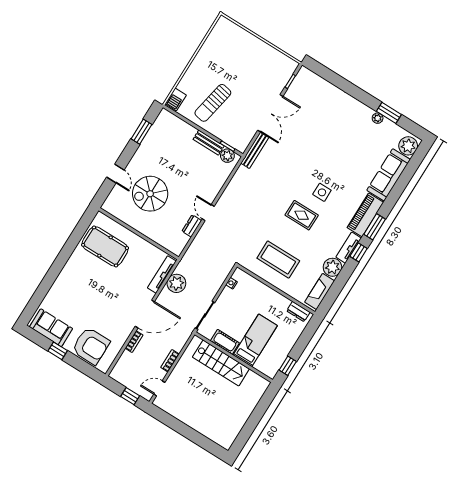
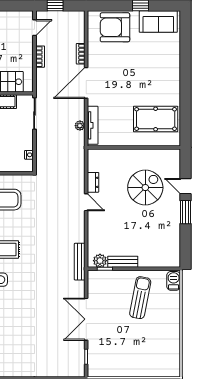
window: (141, 132) -> (185, 212), moved
bench: (255, 150) -> (80, 262), moved
plant: (176, 283) -> (80, 126), width x0.53, depth x0.53

